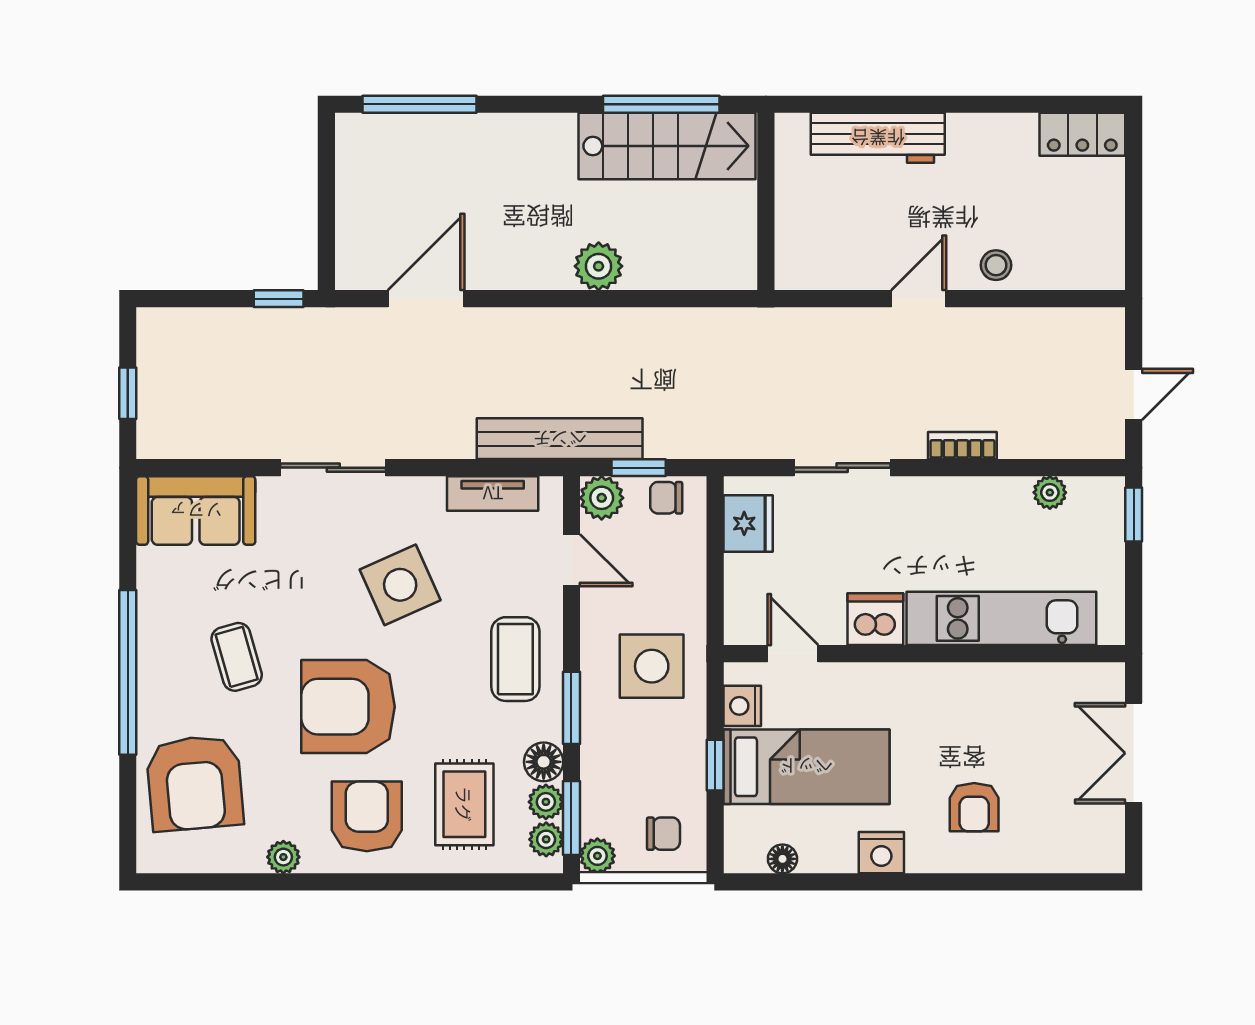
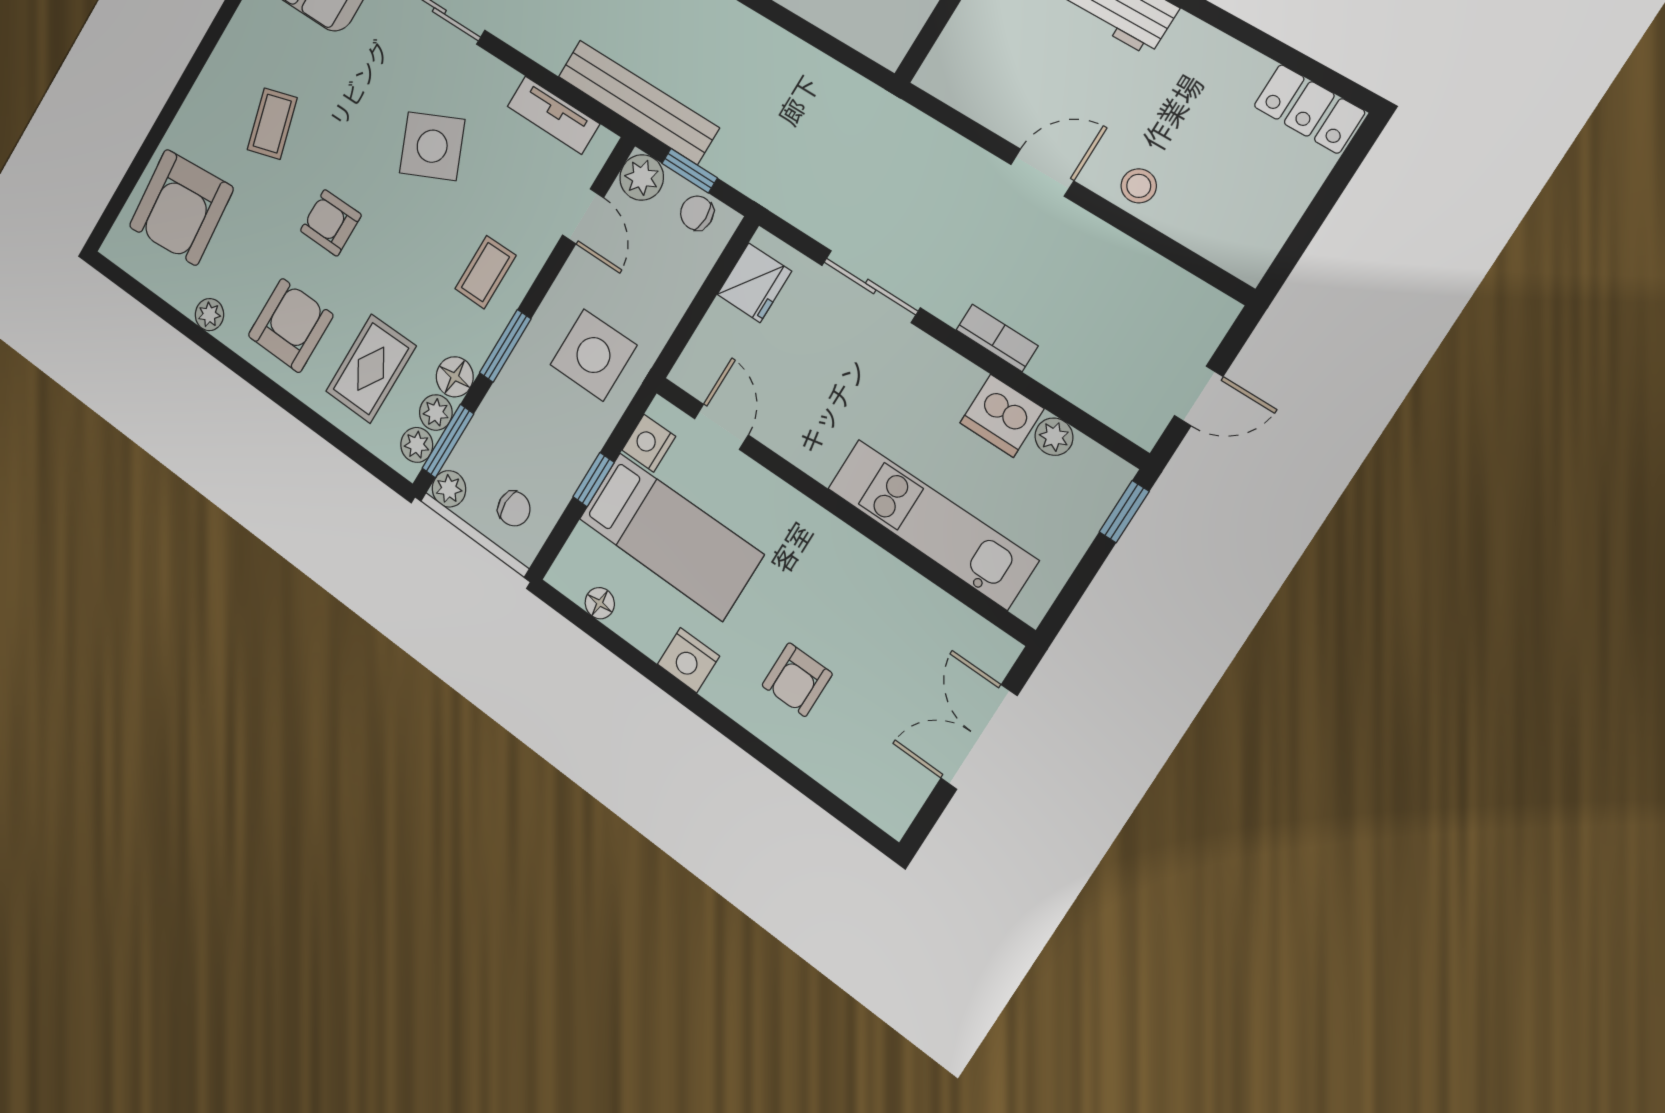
dishwasher: (875, 619) -> (1002, 416), moved, turned 180
coffee table: (515, 659) -> (485, 272), width x0.73, depth x0.77
window: (128, 672) -> (186, 83), removed
armchair: (348, 707) -> (331, 223), width x0.53, depth x0.53

